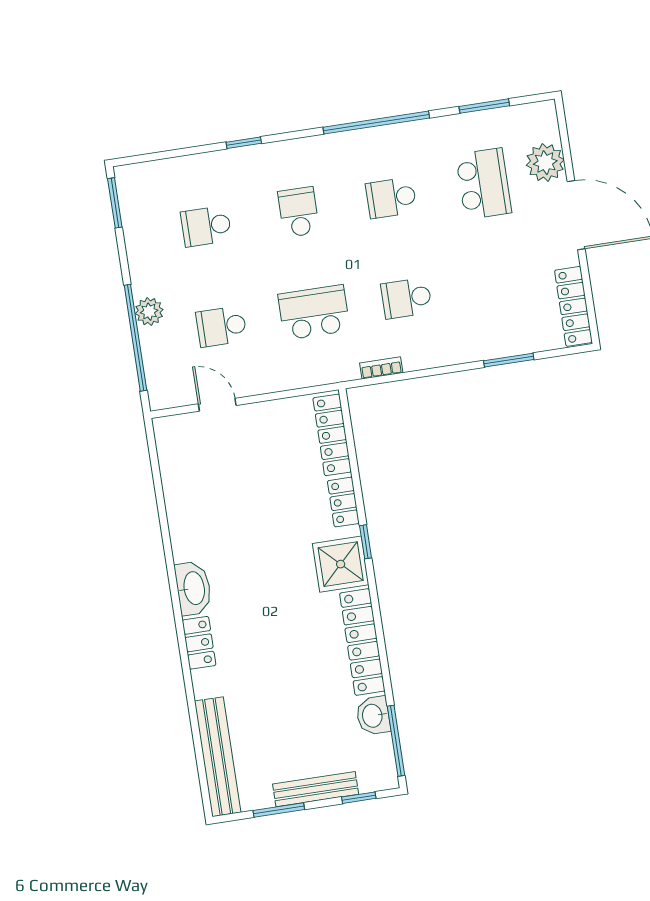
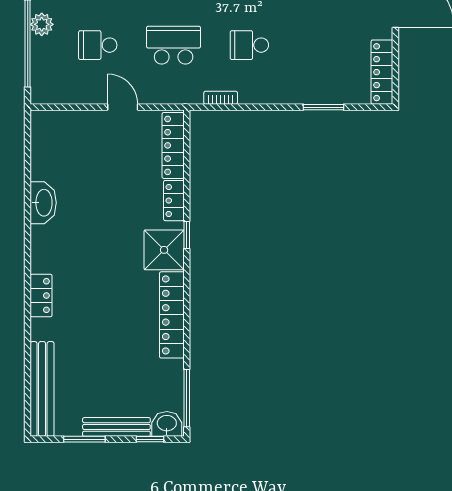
door: (217, 405) -> (123, 107), moved
washbasin: (193, 588) -> (43, 203), moved
washbasin: (373, 716) -> (167, 424), moved, turned 90

